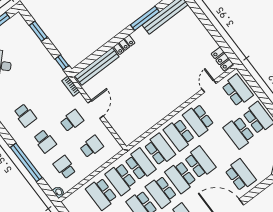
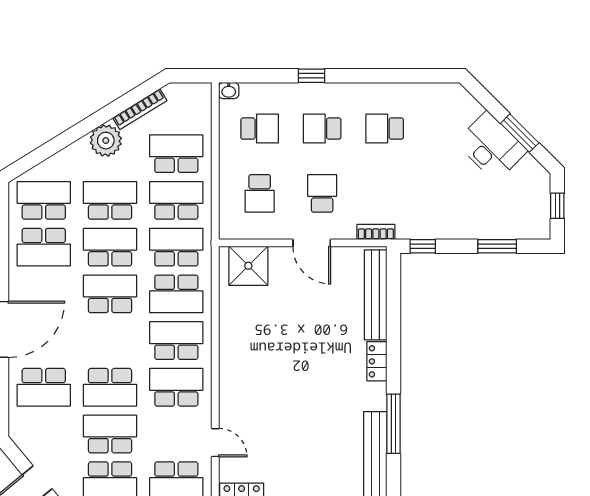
school desk: (72, 121) -> (322, 193), turned 180
shower: (125, 128) -> (248, 266), added
window: (26, 162) -> (311, 76), width x0.32
school desk: (200, 162) -> (110, 387), moved
school desk: (140, 164) -> (176, 247), turned 180

